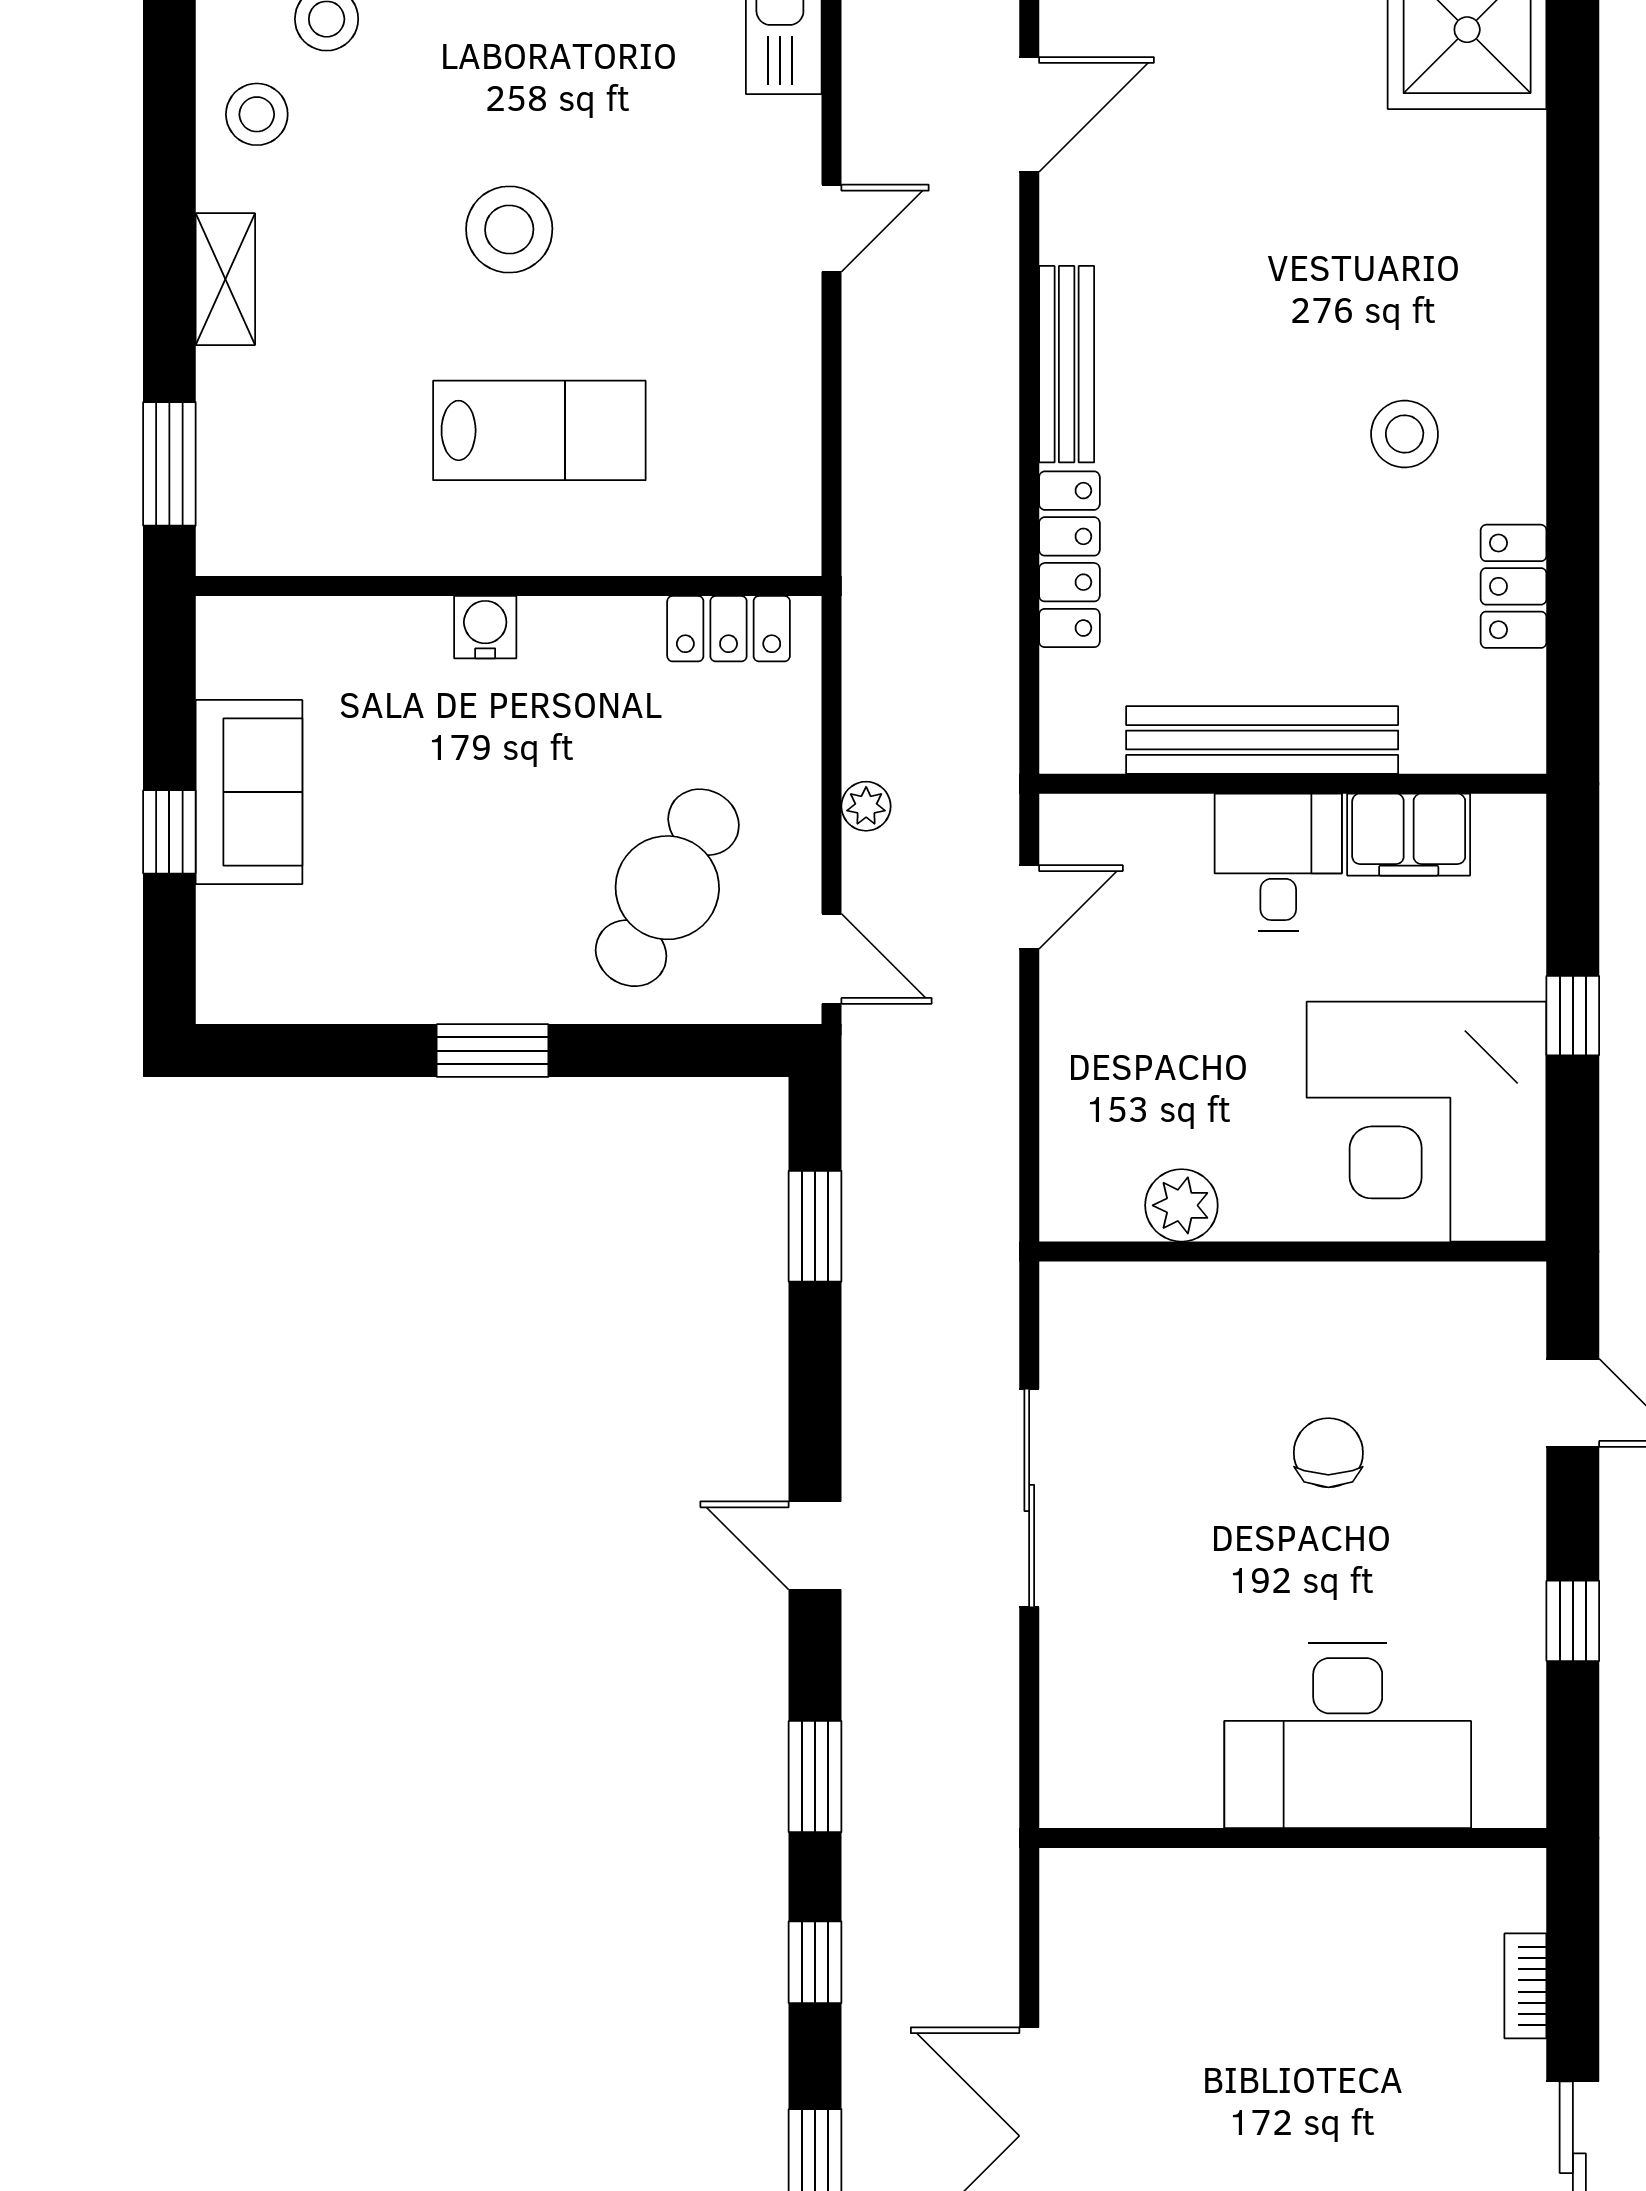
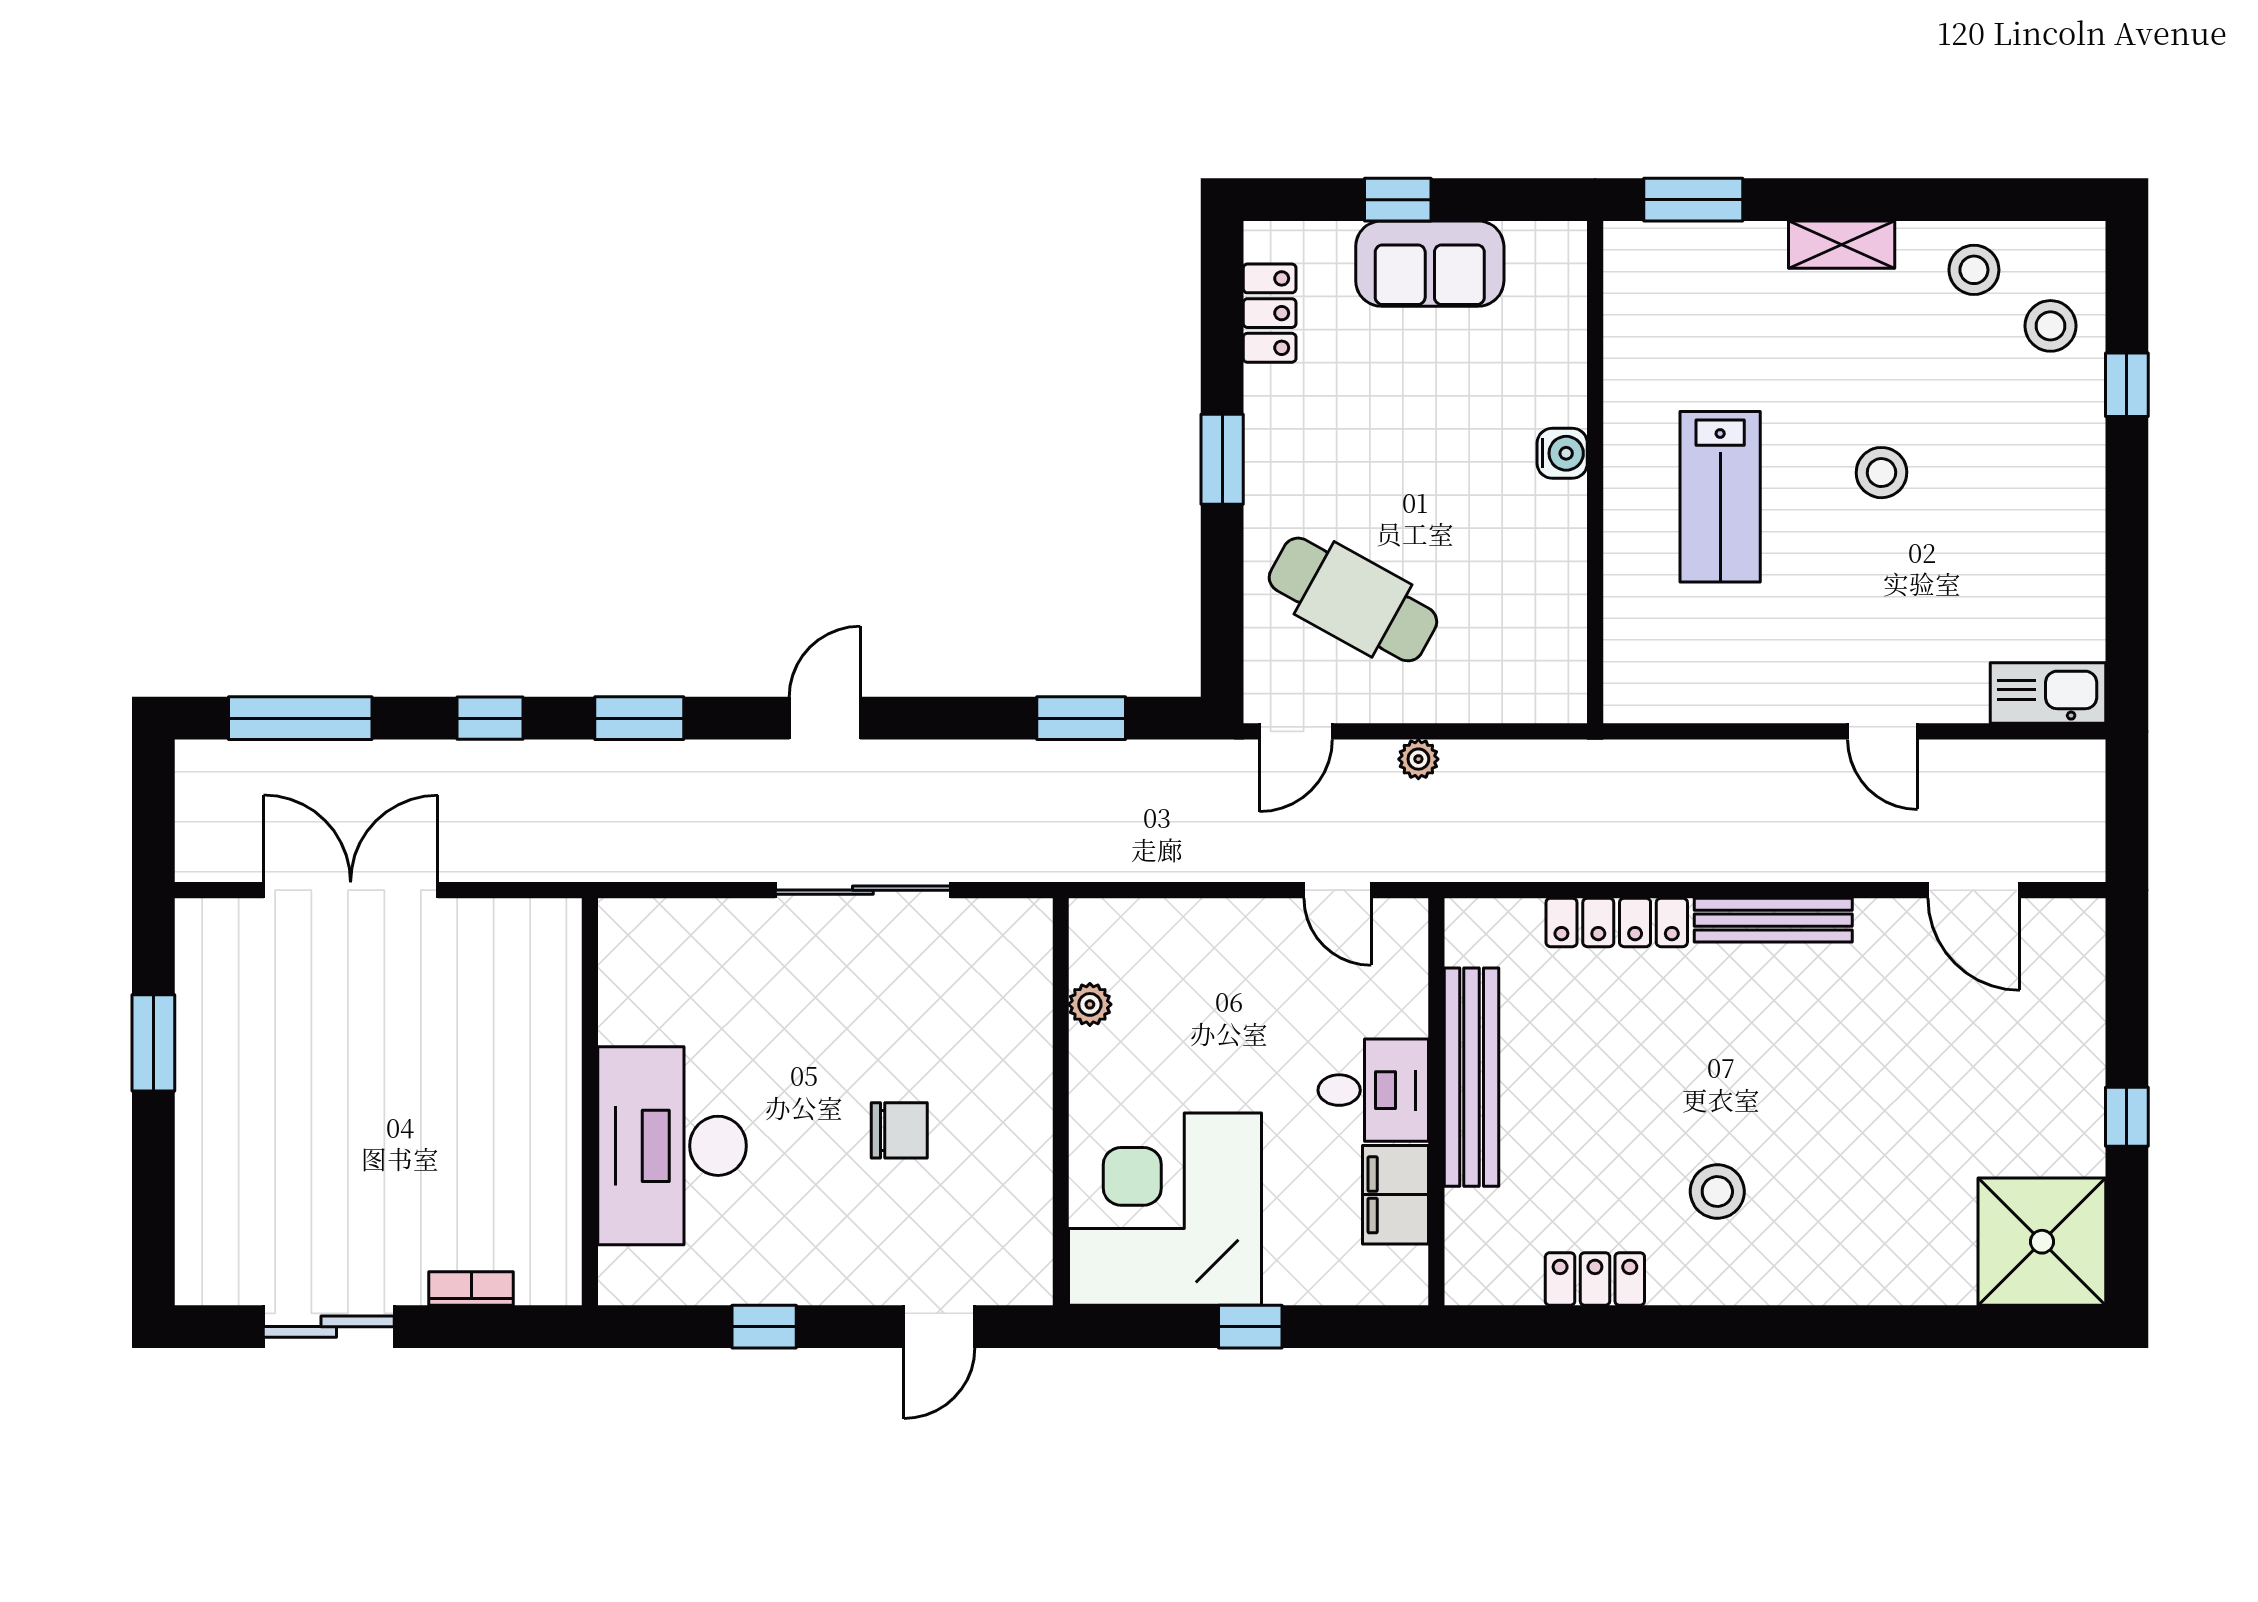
stool: (509, 229) -> (1881, 473), width x0.73, depth x0.73
locker: (729, 629) -> (1270, 313), moved, turned 180
plant: (1181, 1205) -> (1090, 1004), width x0.73, depth x0.73

